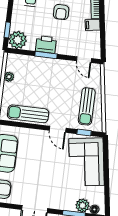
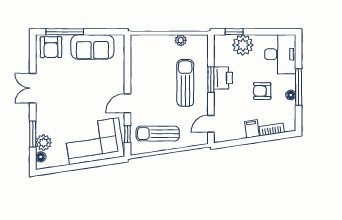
plant: (18, 40) -> (243, 45), moved
sun lounger: (28, 114) -> (185, 83), moved

